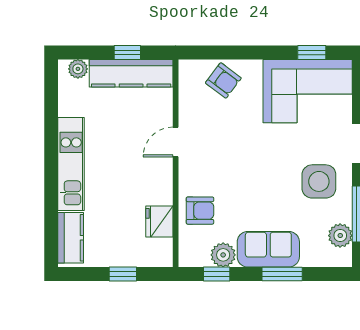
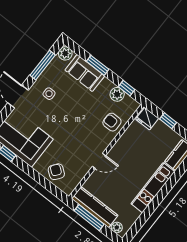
window: (127, 52) -> (89, 218), width x2.17
side table: (319, 181) -> (49, 94), width x0.54, depth x0.54
fridge: (159, 222) -> (147, 119), moved, turned 90
plant: (340, 236) -> (65, 53), moved
sofa: (268, 249) -> (85, 73), moved

